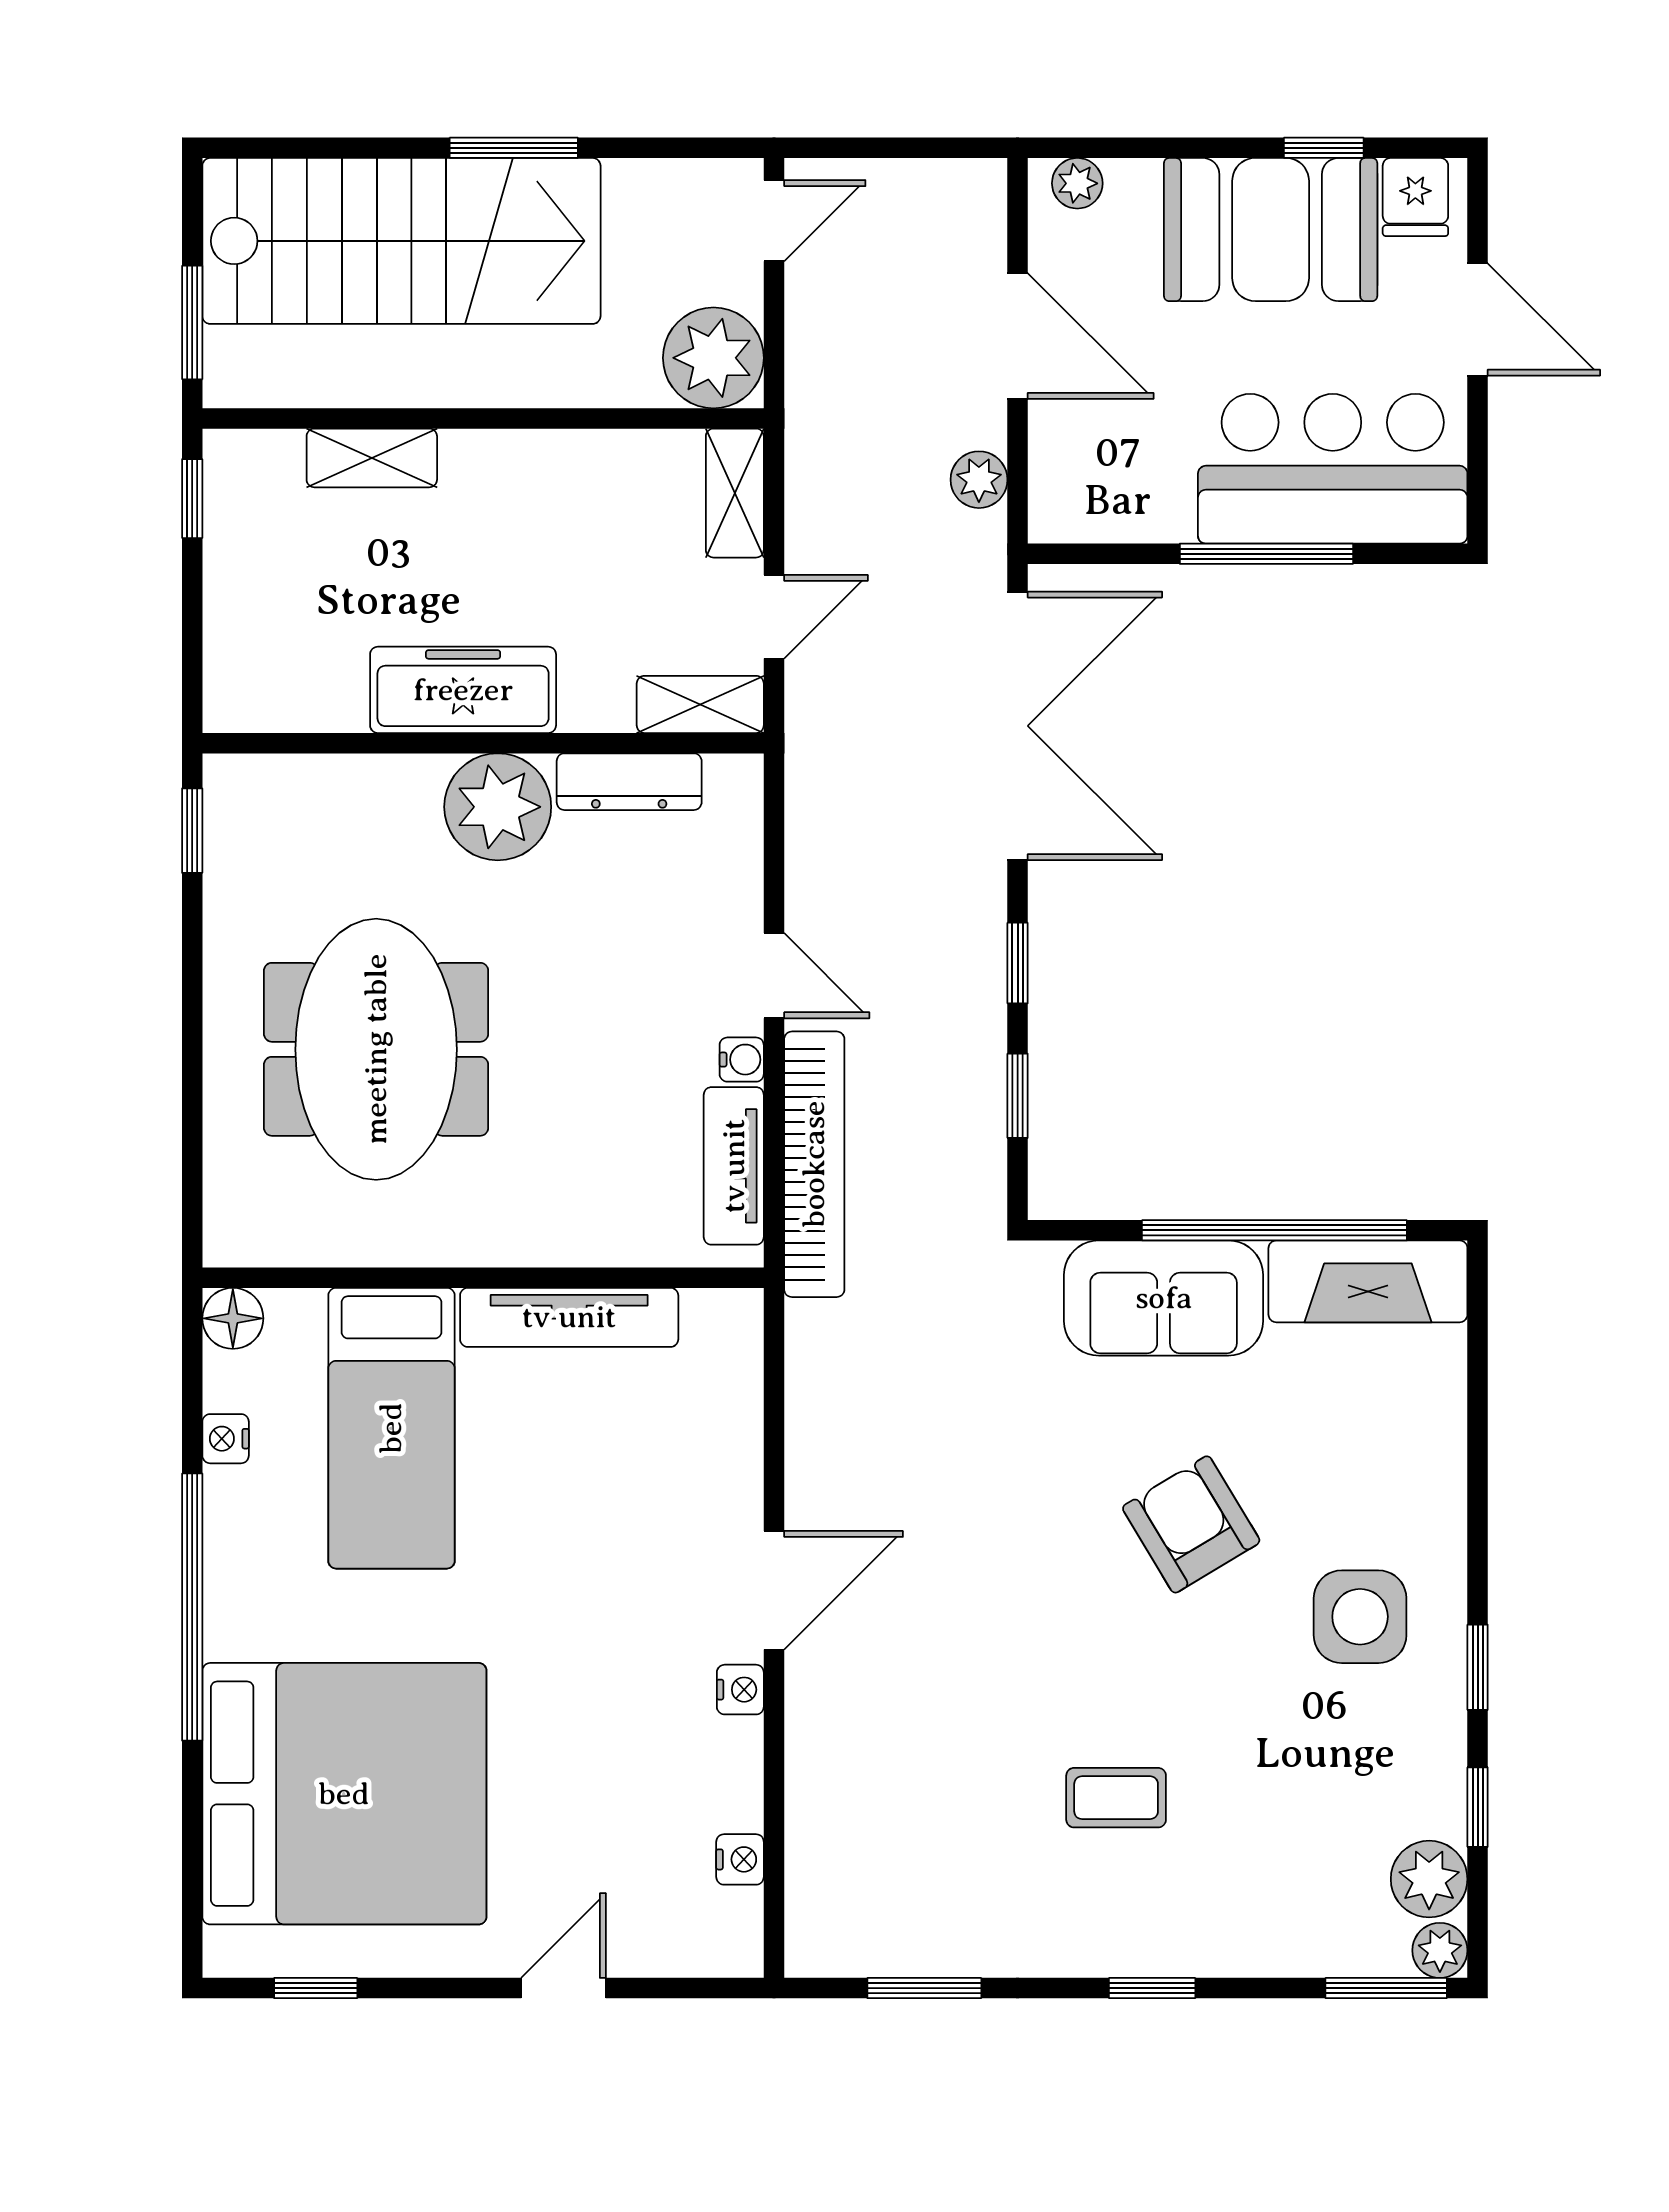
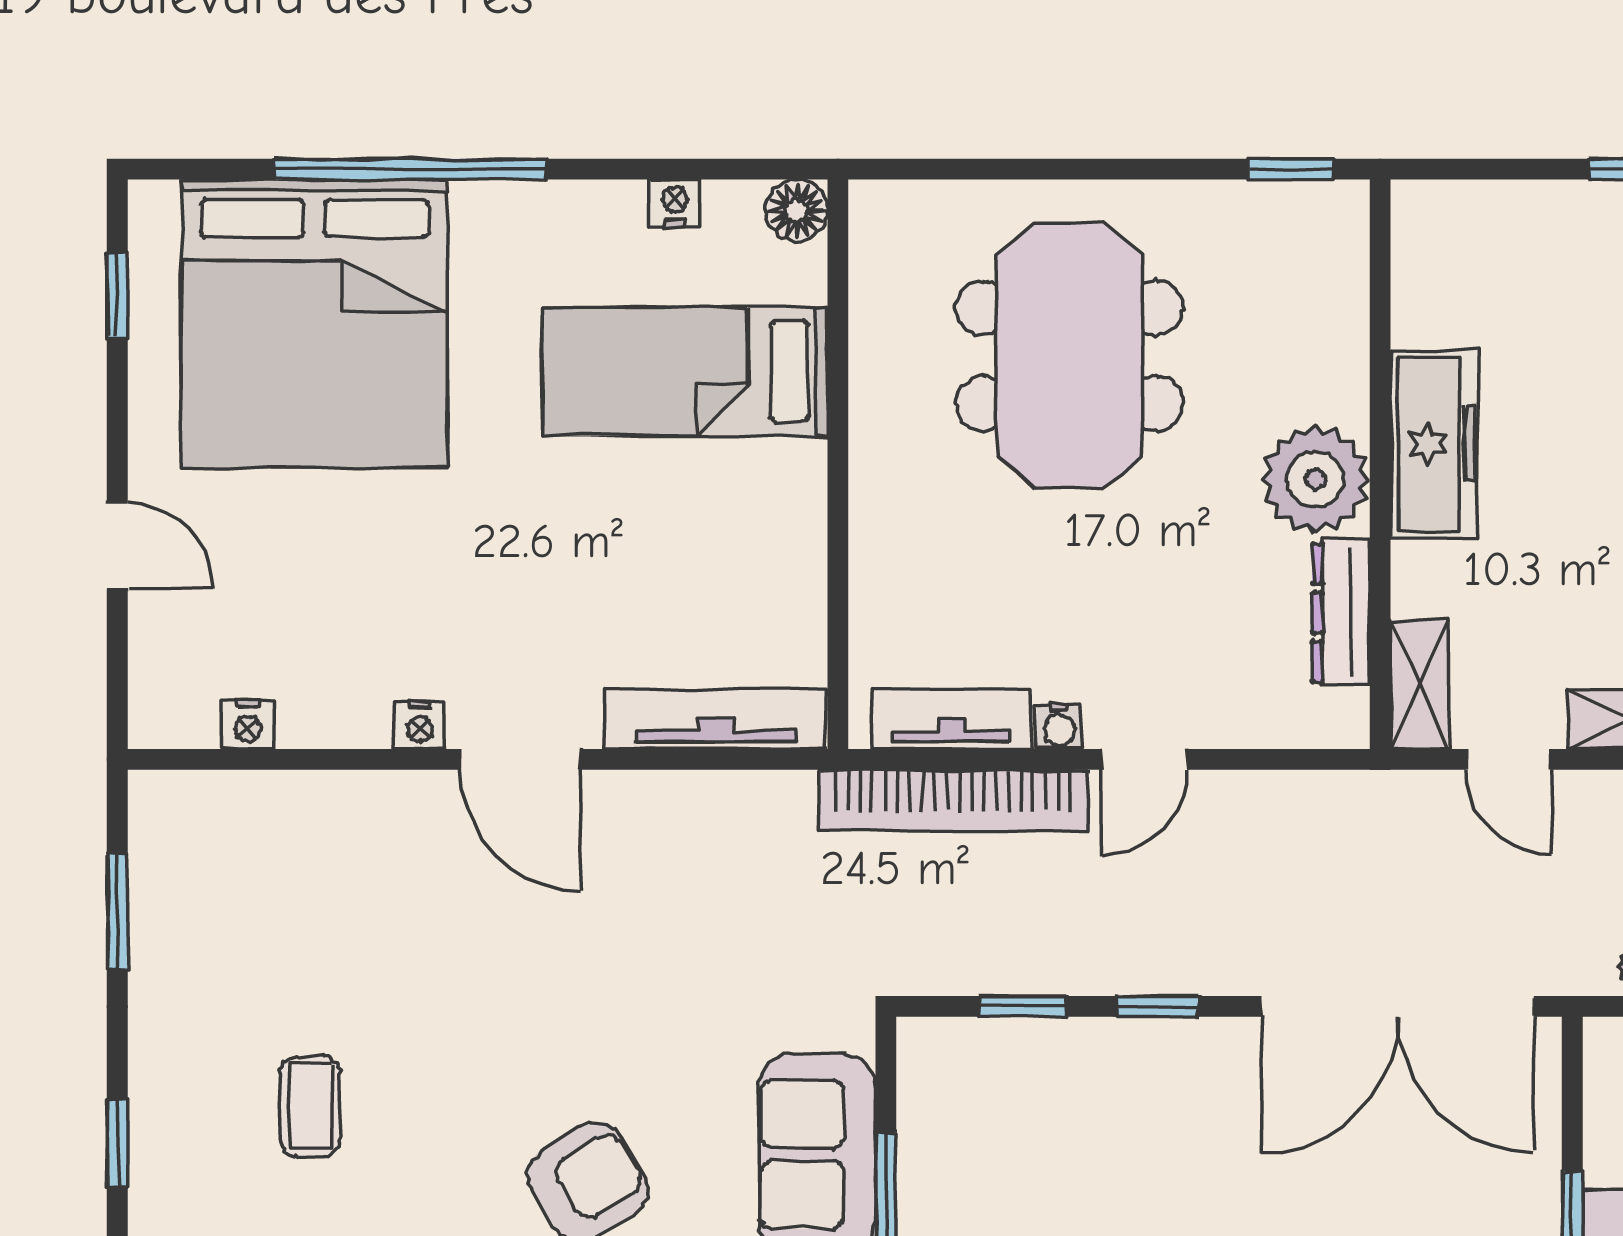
meeting table: (376, 1049) -> (1070, 356), turned 90
tv unit: (569, 1317) -> (715, 719), moved, turned 90
window: (192, 1607) -> (411, 169), moved

